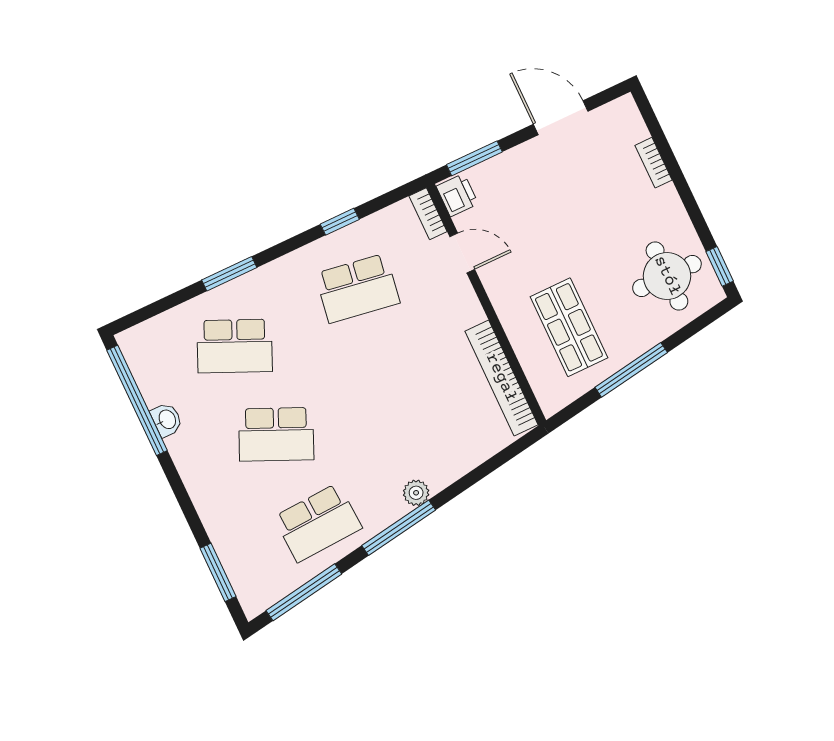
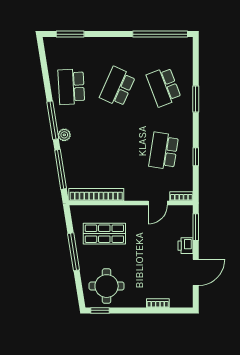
printer: (457, 195) -> (186, 246), moved, turned 90
school desk: (235, 346) -> (164, 87), turned -45
washbasin: (167, 420) -> (146, 43), removed
window: (304, 592) -> (61, 169), moved

